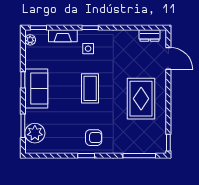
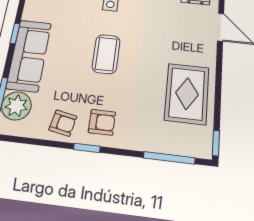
sofa: (36, 89) -> (29, 55), width x1.36
rug: (141, 99) -> (187, 94), moved
armchair: (68, 141) -> (63, 123), added

